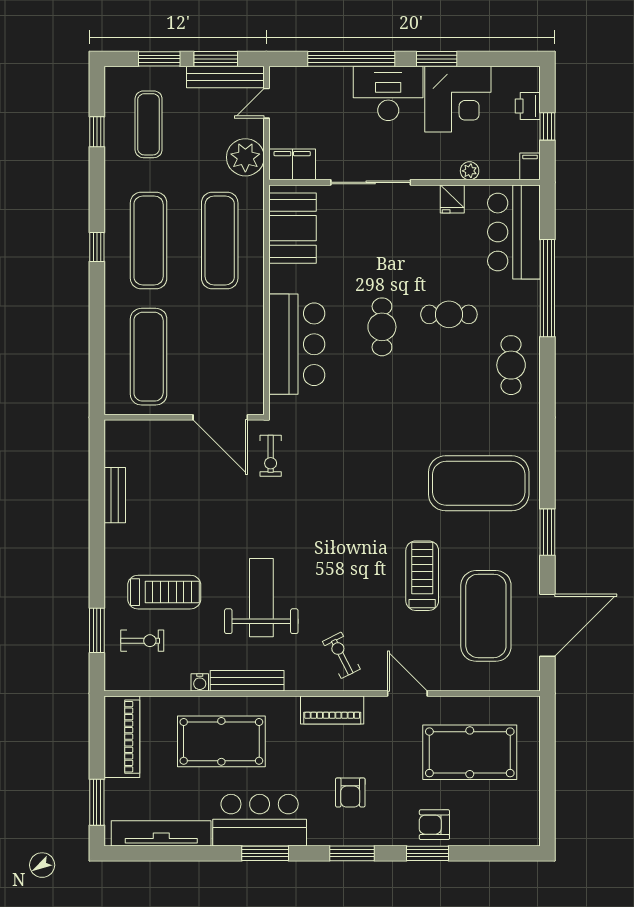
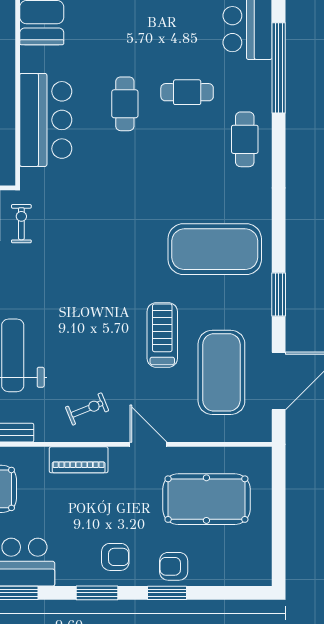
exercise bike: (271, 456) -> (21, 224), turned 180
exercise bike: (341, 655) -> (87, 409), turned 95
armchair: (350, 792) -> (115, 557), moved, turned -90

